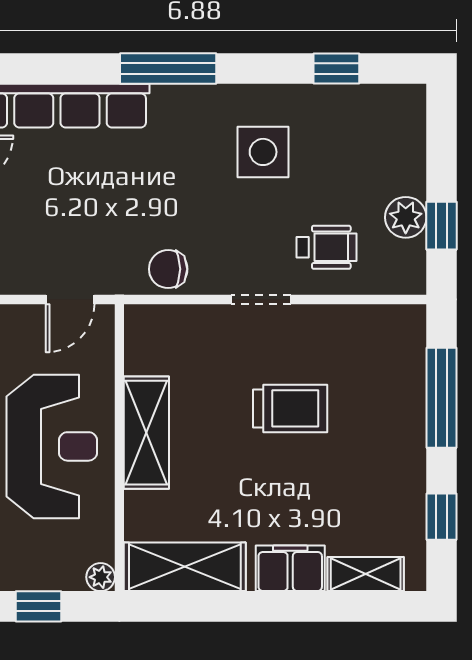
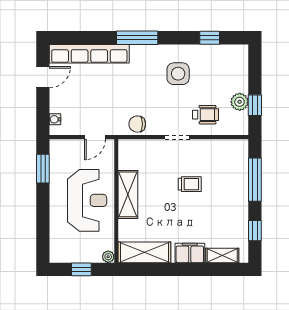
trolley: (290, 408) -> (190, 184), width x0.73, depth x0.72

